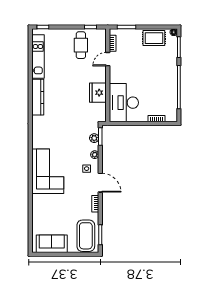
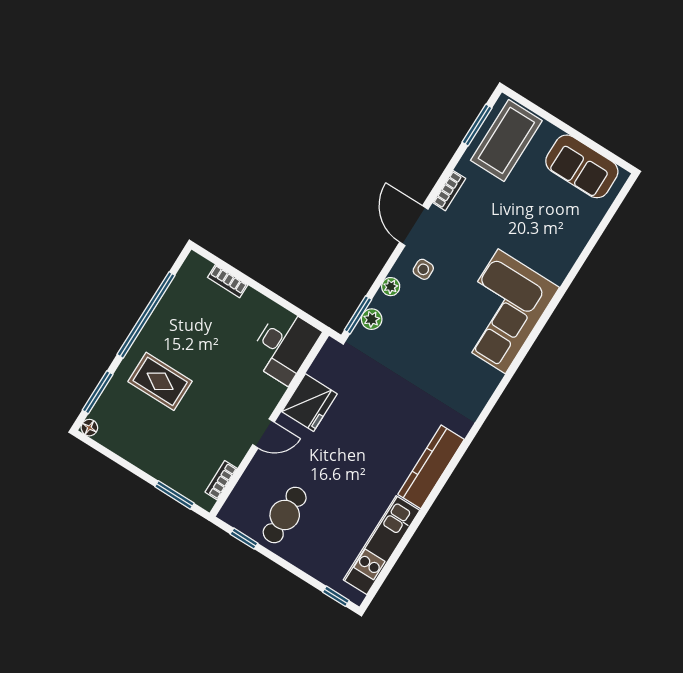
rug: (154, 38) -> (160, 381), moved
door: (108, 59) -> (264, 433), moved
desk: (124, 103) -> (284, 346), width x0.73, depth x0.77

